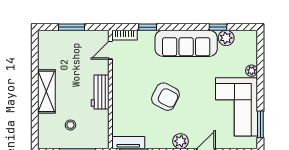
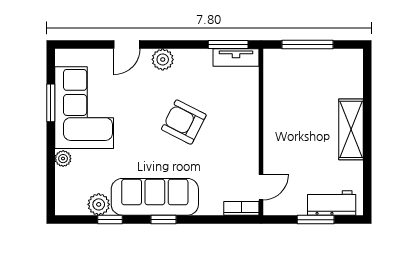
window: (148, 27) -> (164, 220), moved
workbench: (100, 92) -> (332, 203), moved, turned -90
window: (260, 124) -> (51, 103), moved
stool: (70, 125) -> (317, 82), removed

